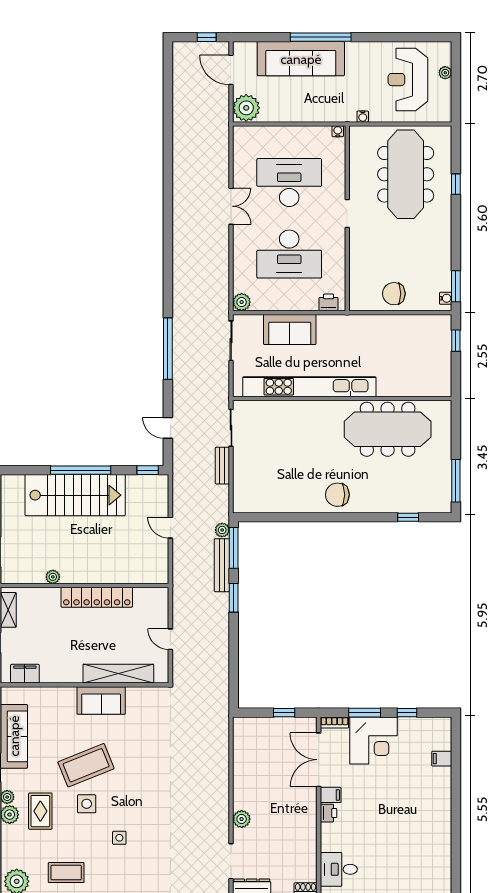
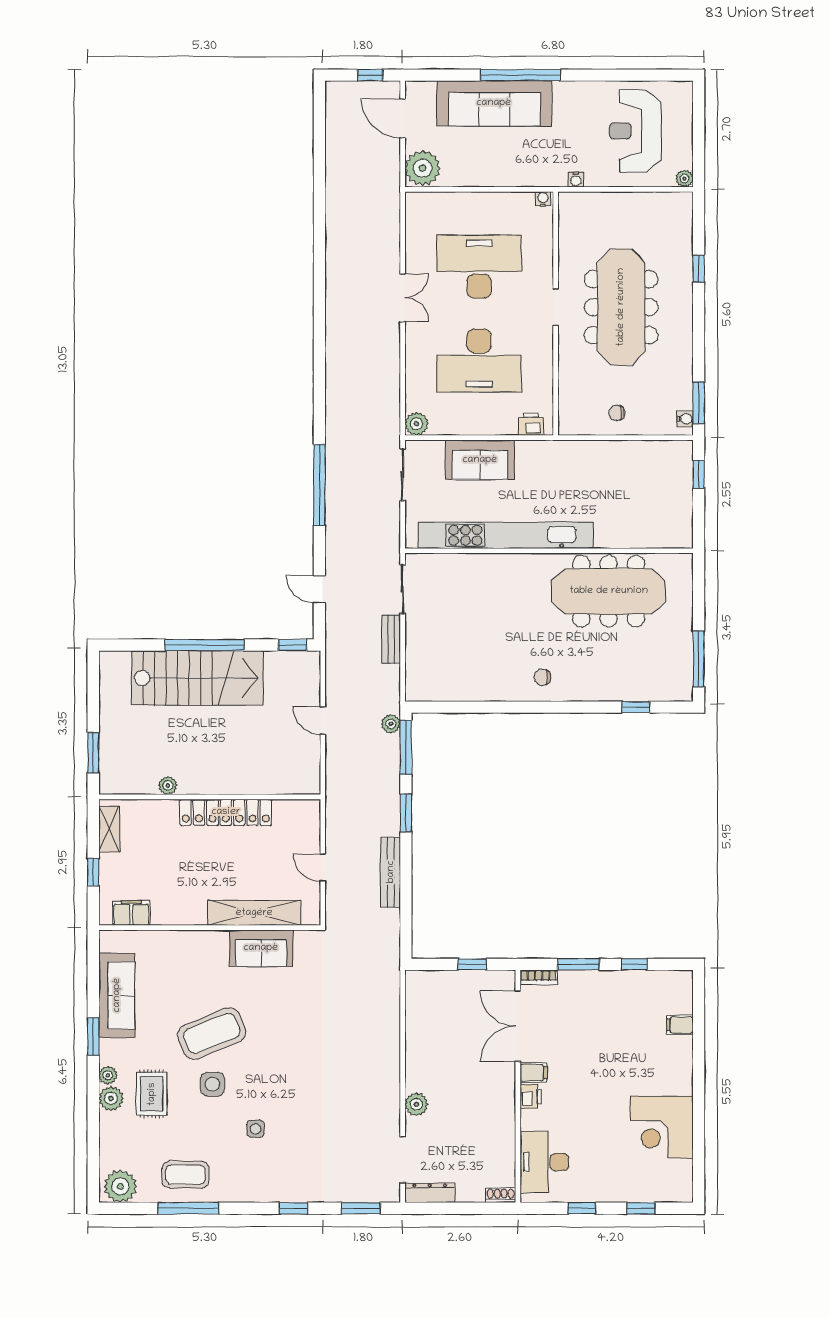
plant: (445, 73) -> (684, 179), moved
meeting table: (406, 174) -> (621, 307), moved
chair: (394, 294) -> (617, 413), width x0.54, depth x0.54
chair: (337, 495) -> (542, 677), width x0.54, depth x0.54
bench: (222, 565) -> (391, 872), moved
sofa: (101, 701) -> (261, 948), moved
corner desk: (373, 741) -> (662, 1127), moved, turned 90
desk: (339, 869) -> (544, 1162), width x1.37

